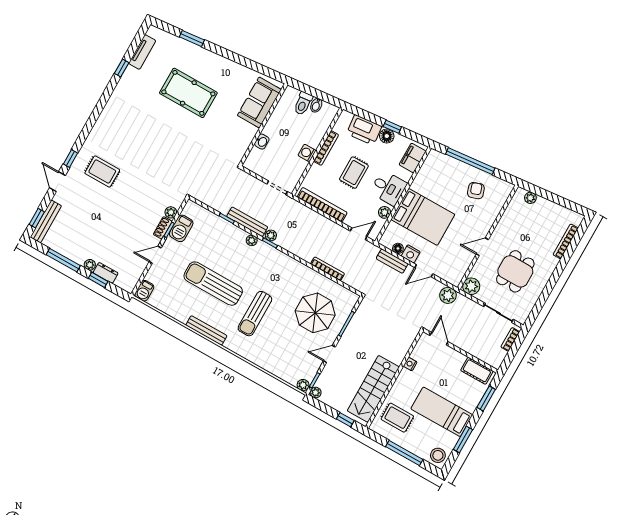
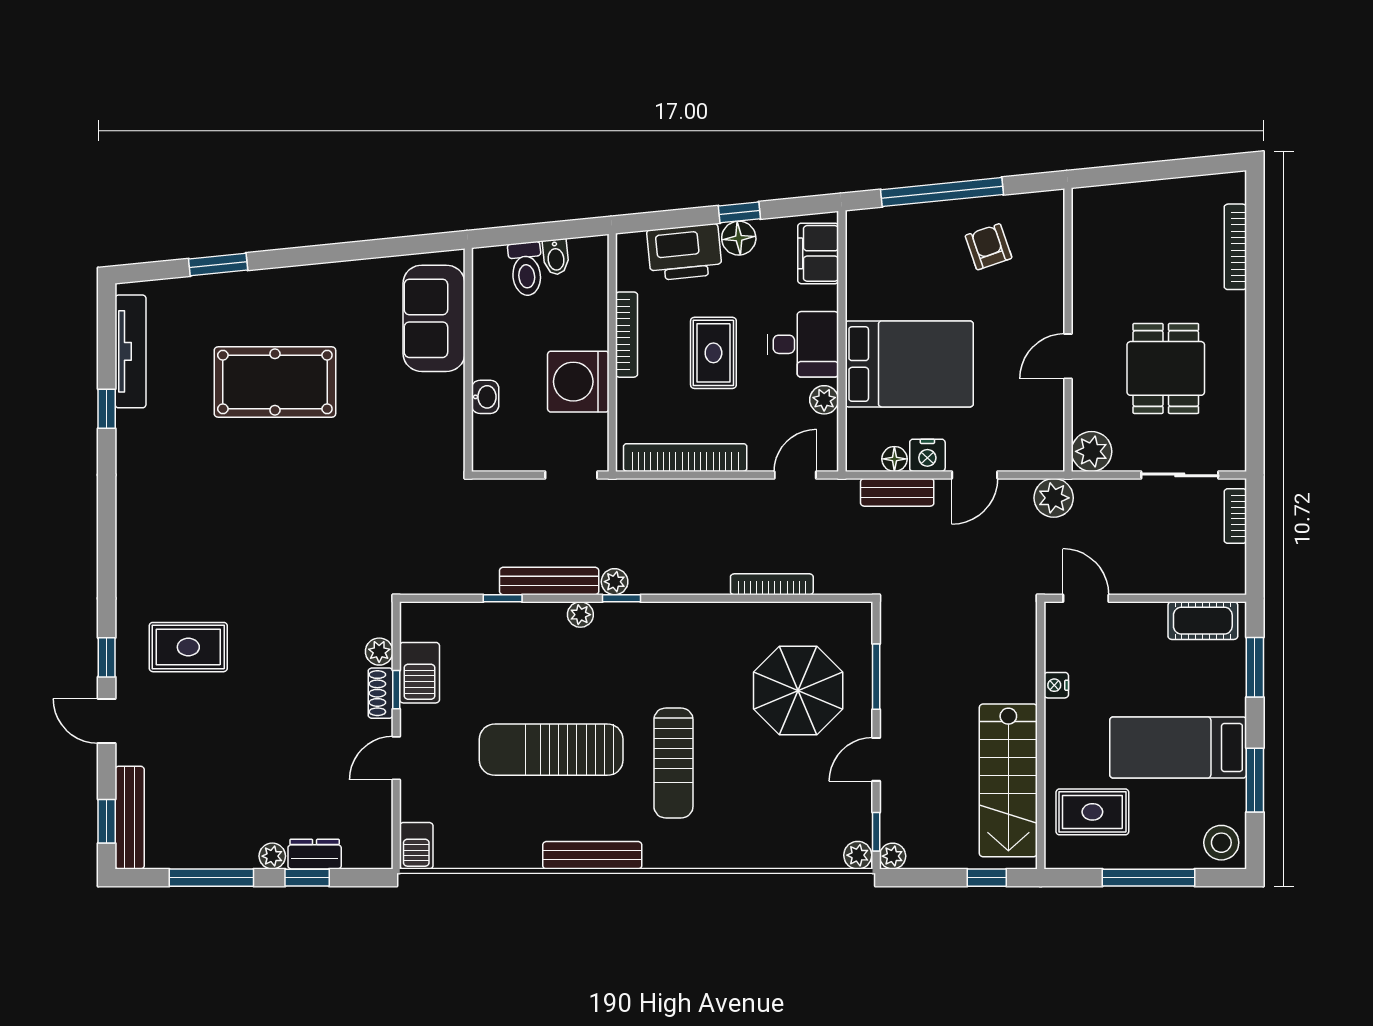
tv unit: (142, 52) -> (131, 351), width x1.41
washing machine: (307, 153) -> (578, 382), width x1.89, depth x1.89
plant: (530, 198) -> (1111, 198), removed

